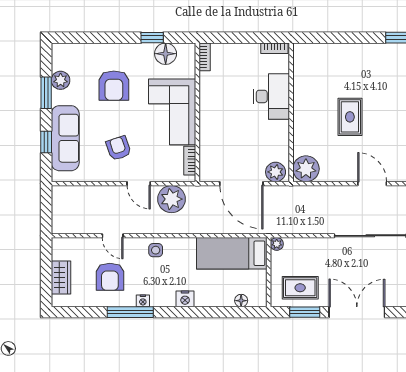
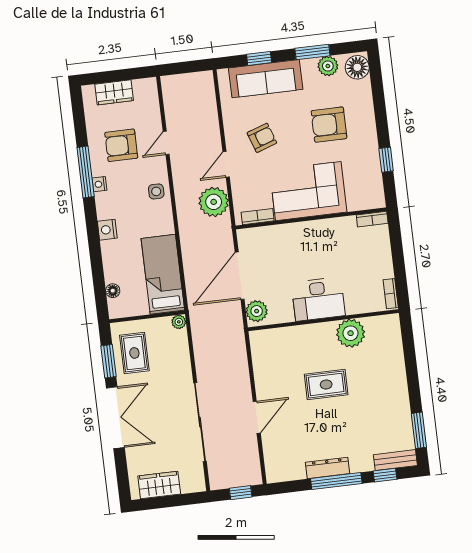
floor lamp: (166, 54) -> (357, 67), moved
desk: (271, 96) -> (318, 299), moved
plant: (306, 169) -> (351, 333), moved

